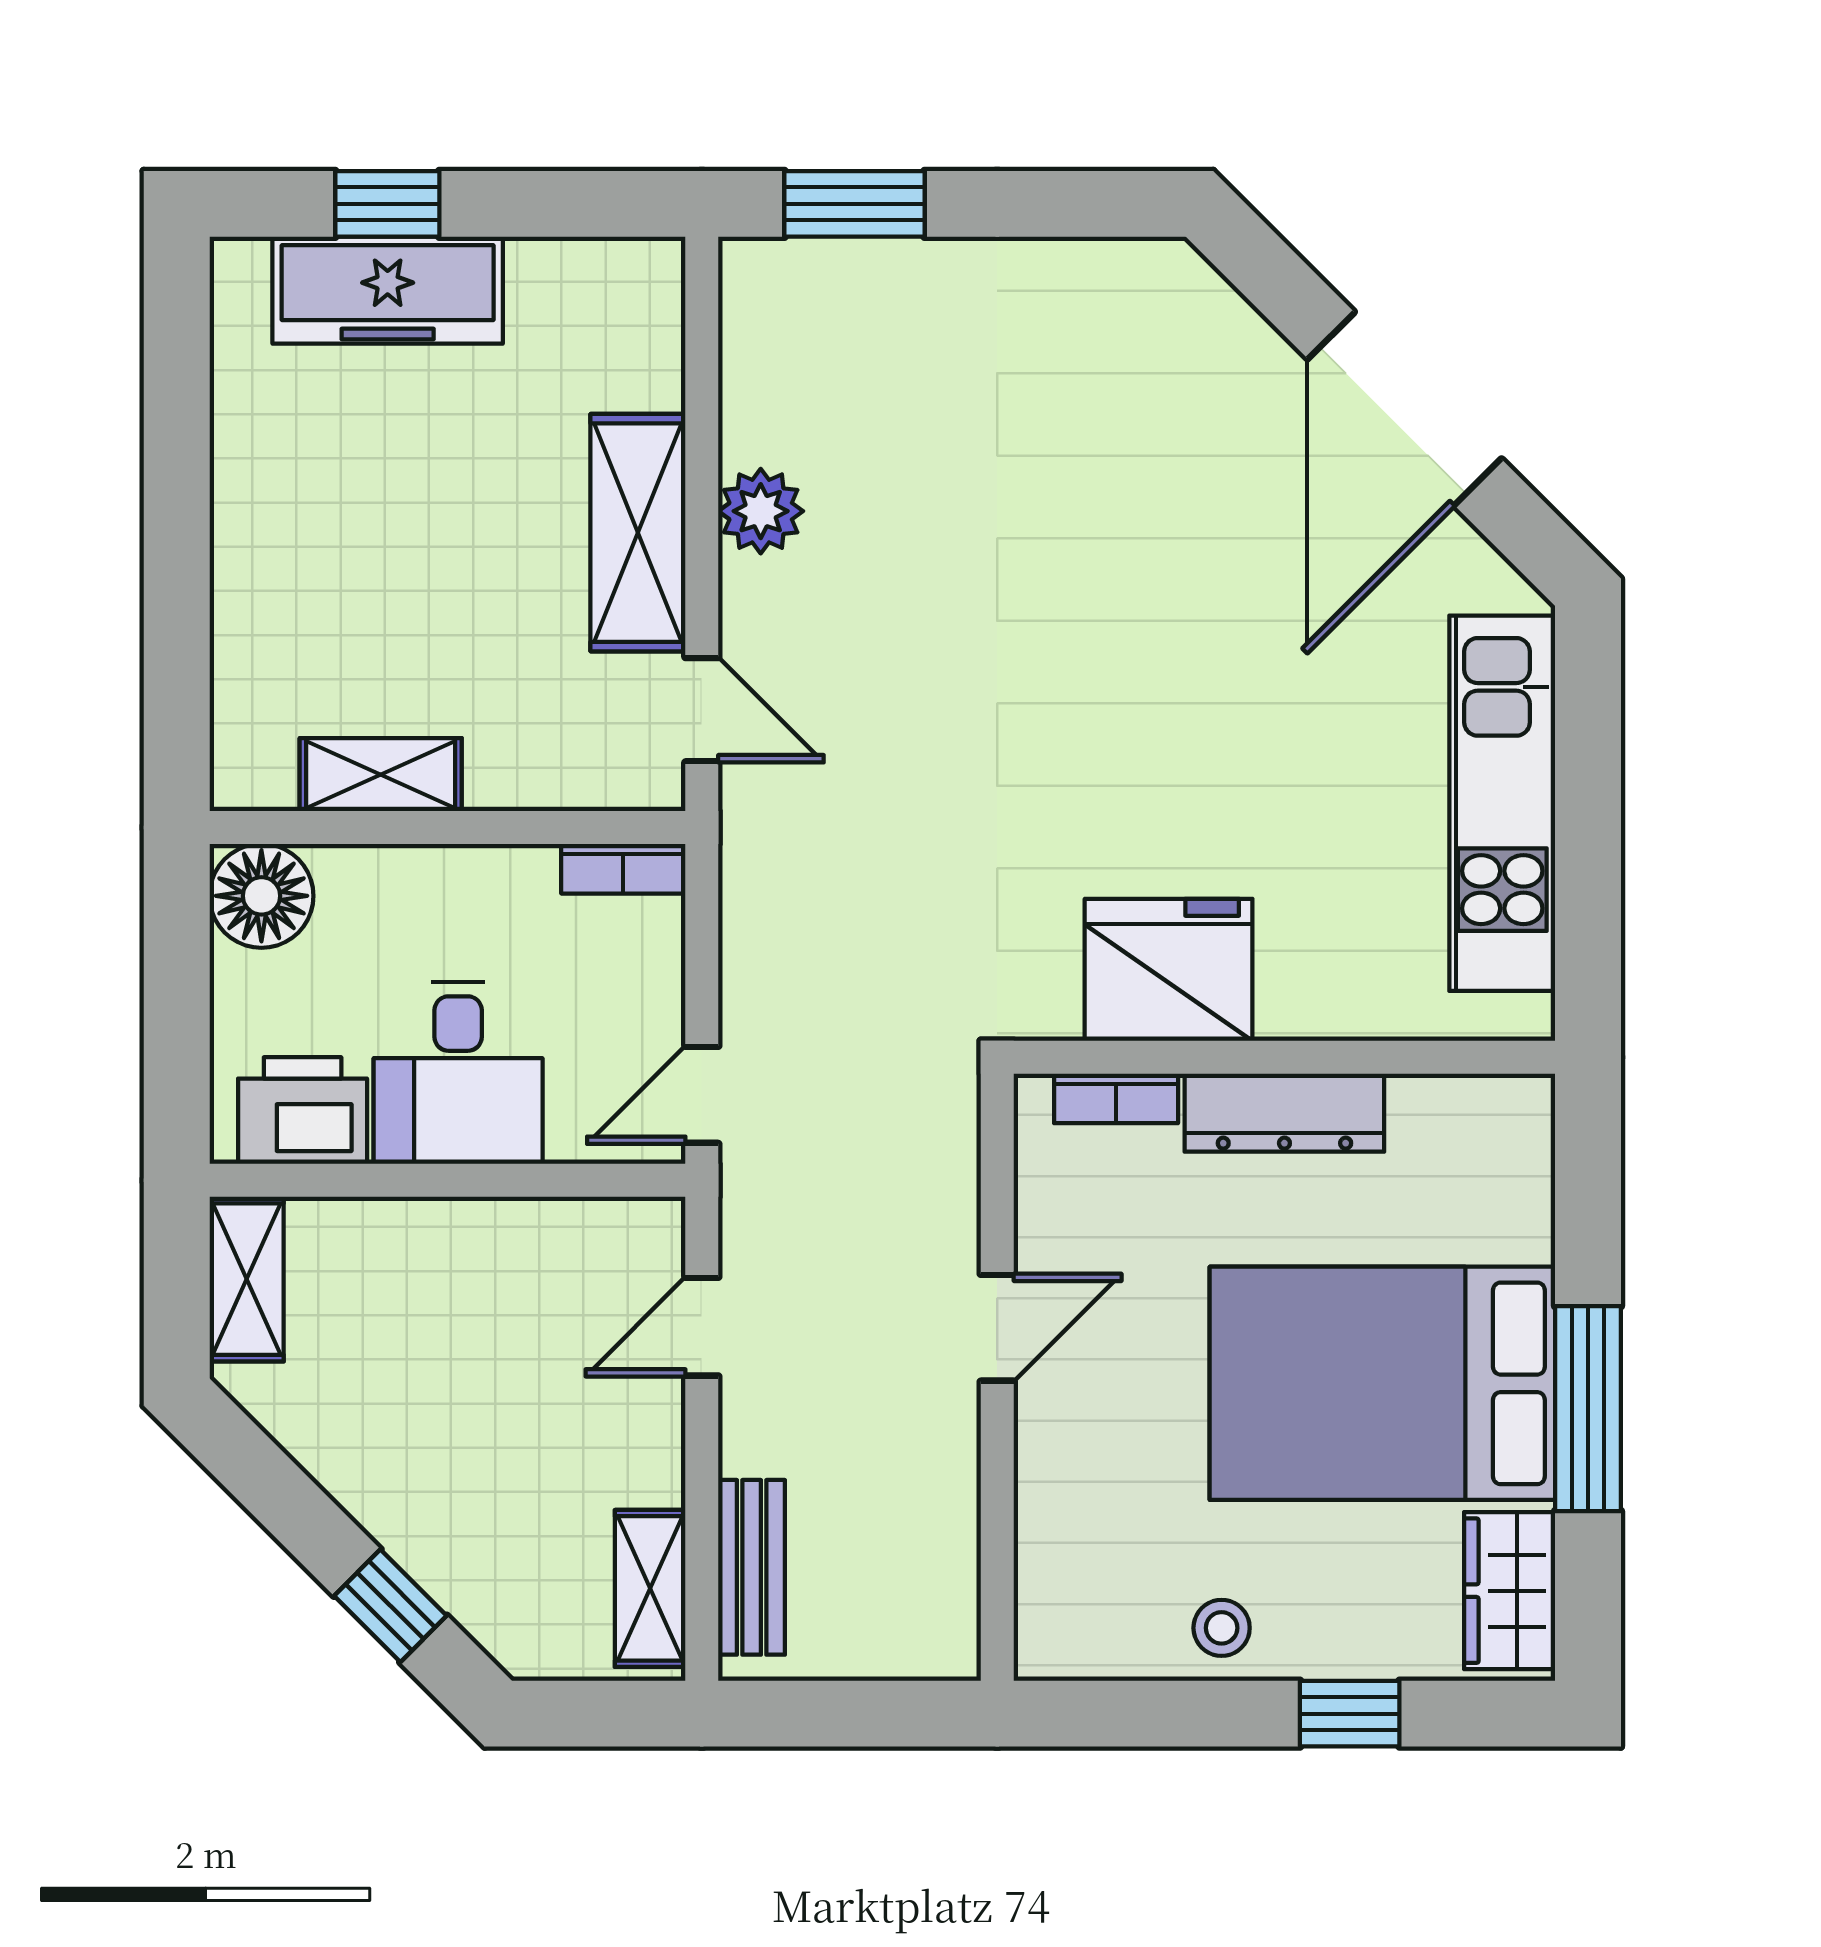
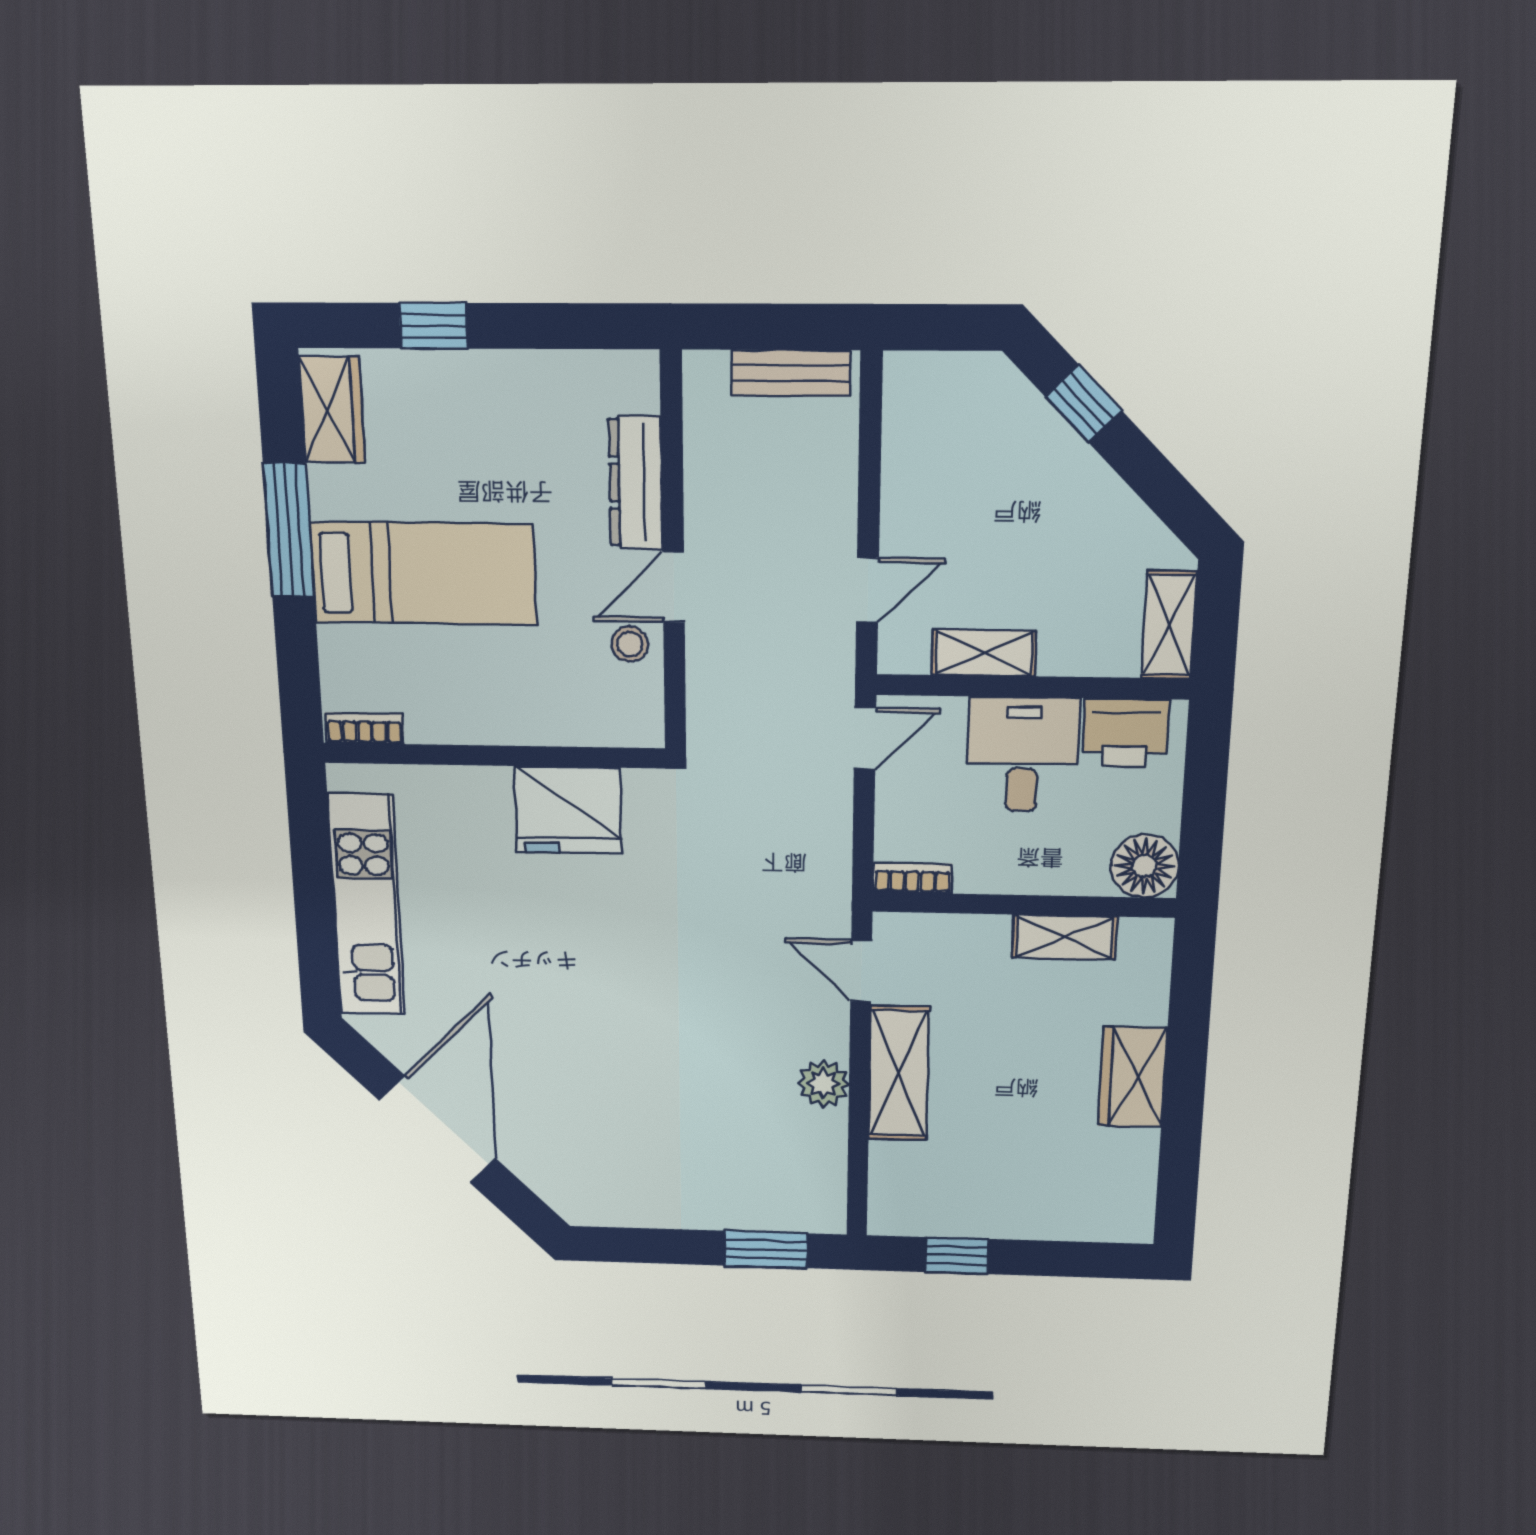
window: (387, 204) -> (957, 1256), moved
freezer: (388, 290) -> (1047, 1212), removed
wardrobe: (260, 537) -> (1133, 1077), added
bookcase: (1116, 1098) -> (364, 728), moved
dresser: (1284, 1113) -> (636, 483), moved, turned -90
bed: (1382, 1383) -> (423, 574), width x0.67
bench: (752, 1567) -> (791, 373), moved, turned 90
shelving: (650, 1588) -> (984, 653), moved, turned 90
stool: (1222, 1628) -> (630, 644), moved

